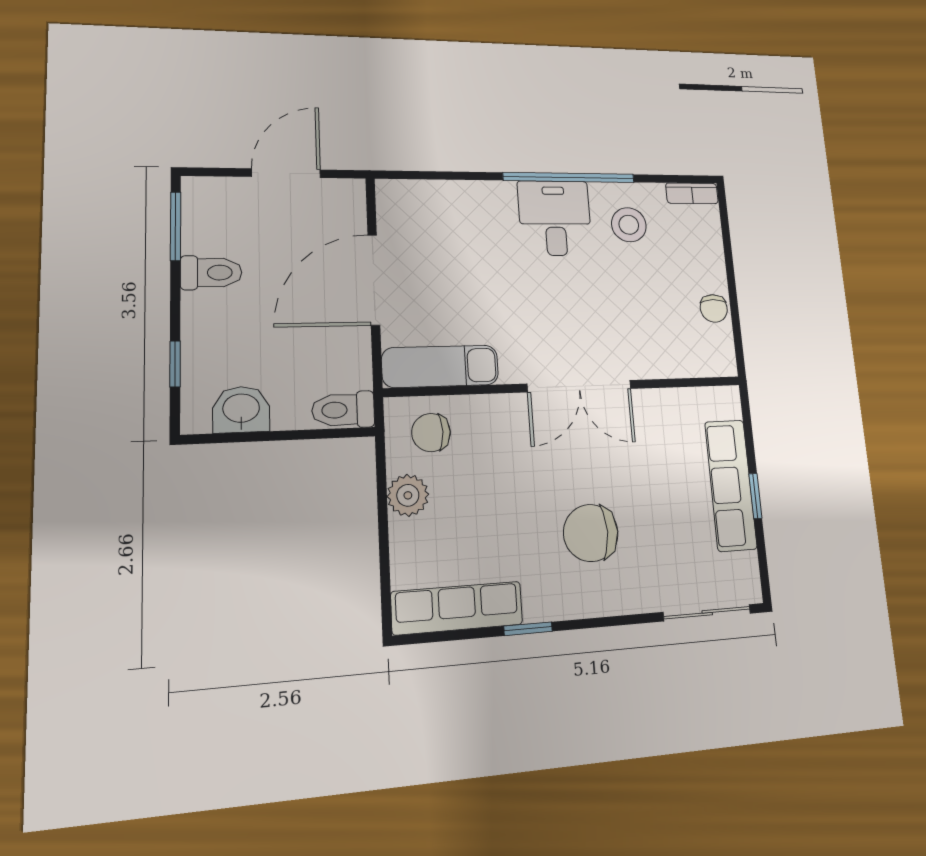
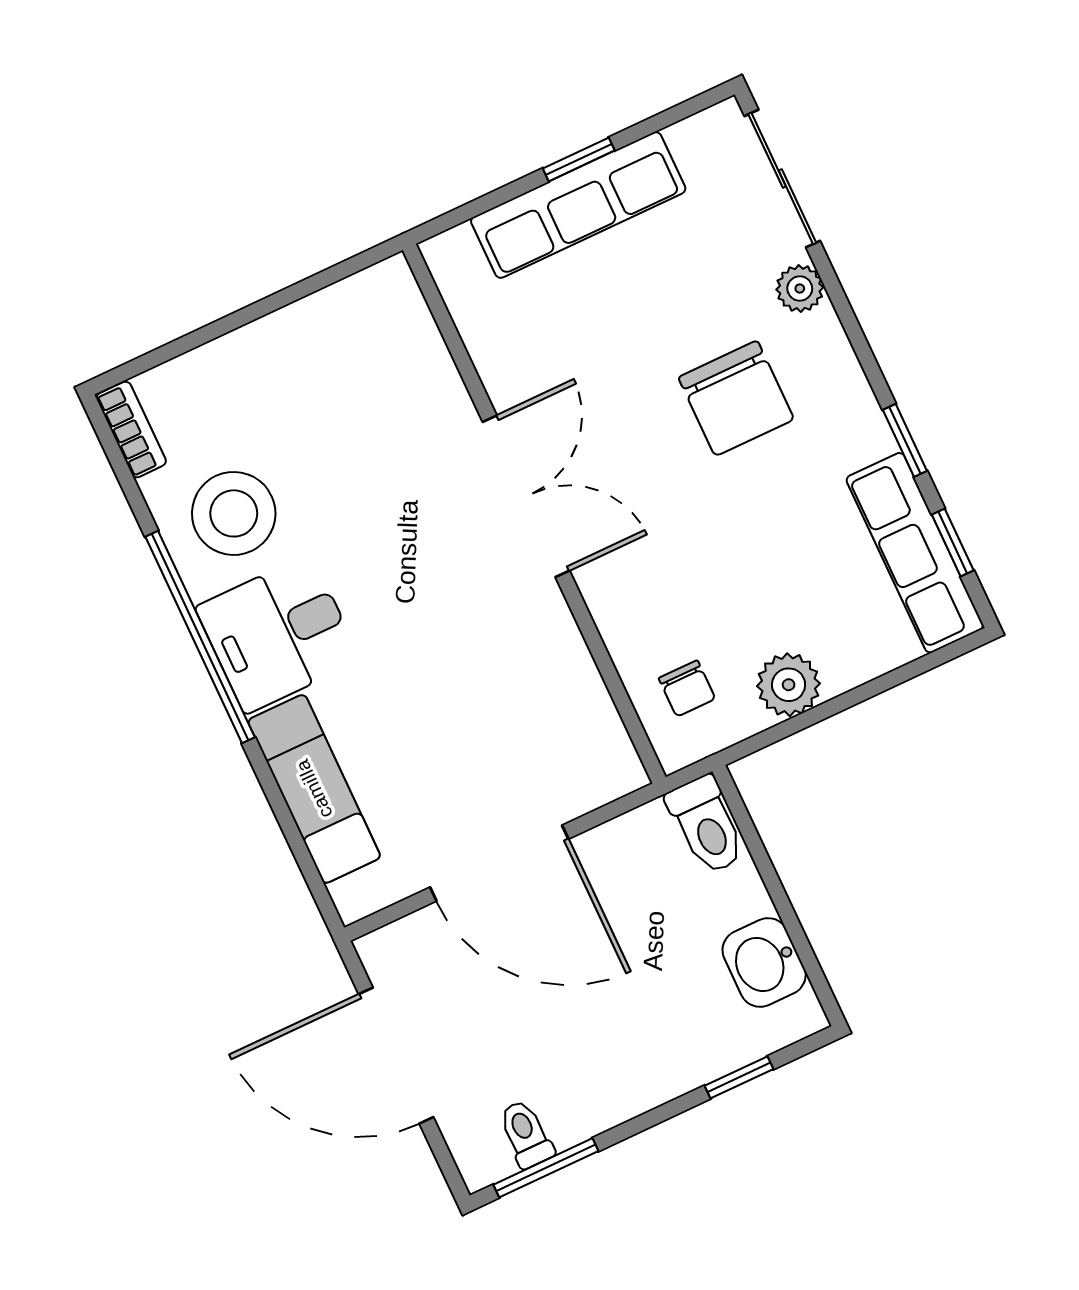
door: (286, 173) -> (396, 1056), width x1.36
stool: (629, 225) -> (234, 513), width x1.38, depth x1.38
toilet: (211, 273) -> (526, 1134), moved, width x0.73, depth x0.72
chair: (714, 308) -> (309, 327), removed
exam couch: (440, 366) -> (314, 789), moved, turned 180
chair: (431, 433) -> (687, 689), width x0.73, depth x0.73
plant: (641, 598) -> (800, 289), added
window: (454, 635) -> (953, 542), added

